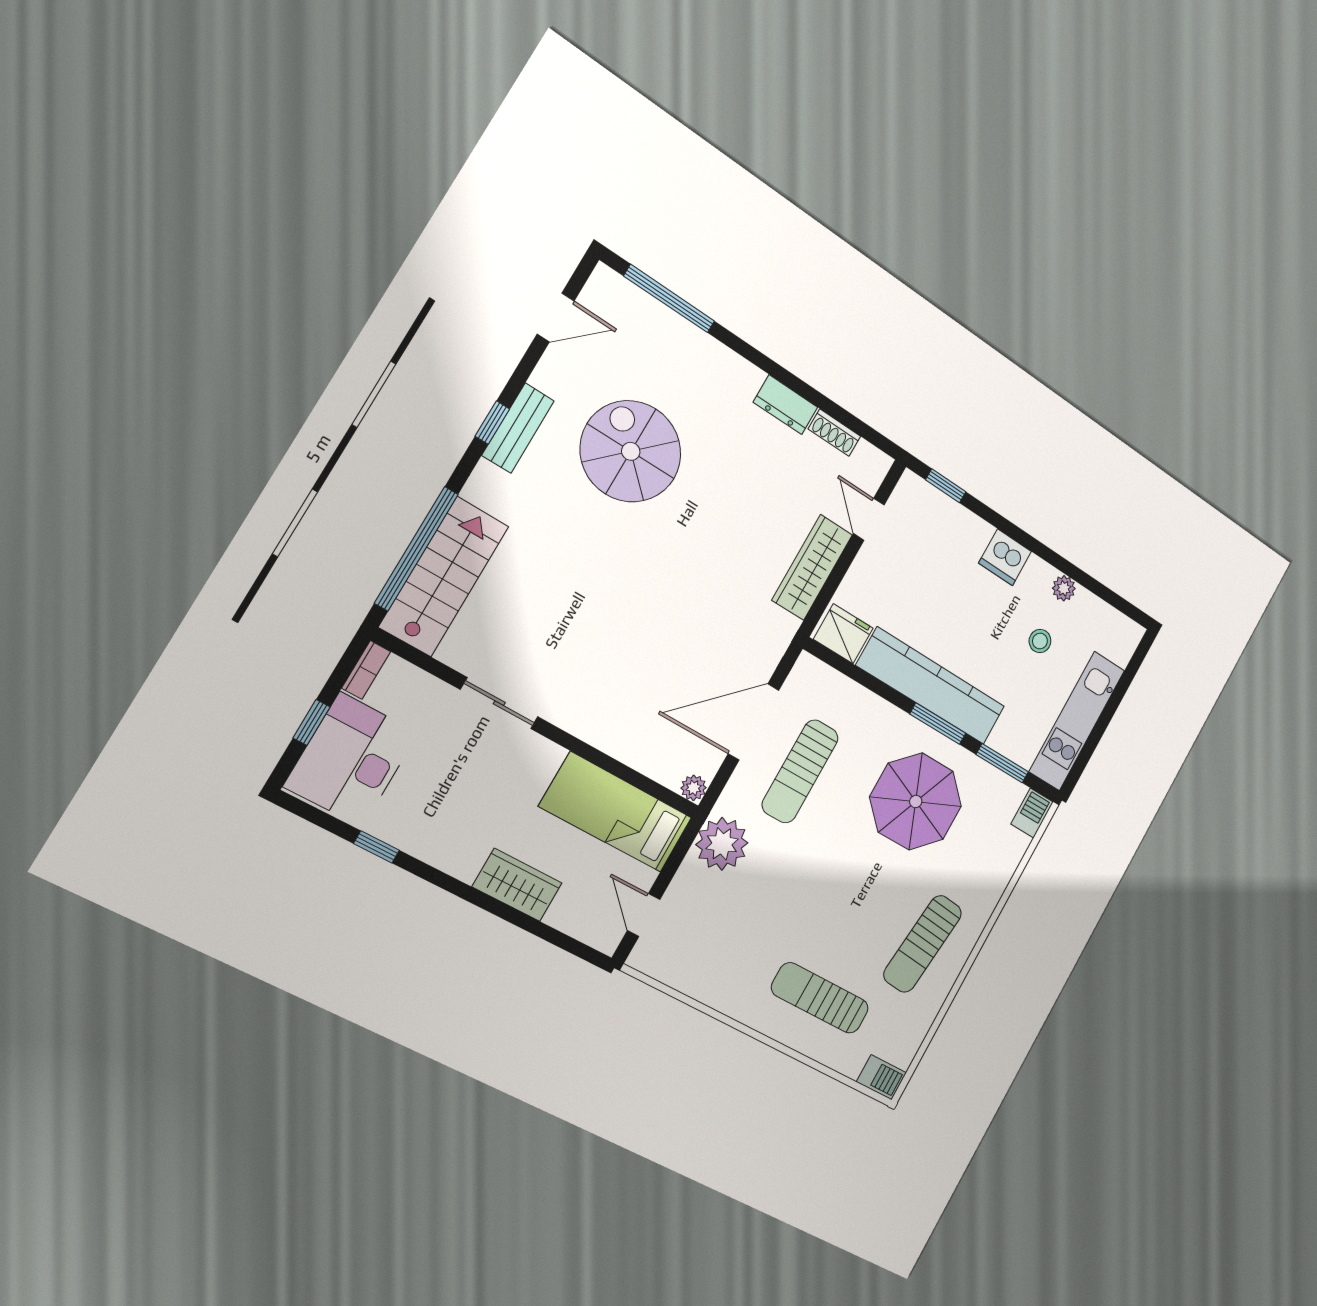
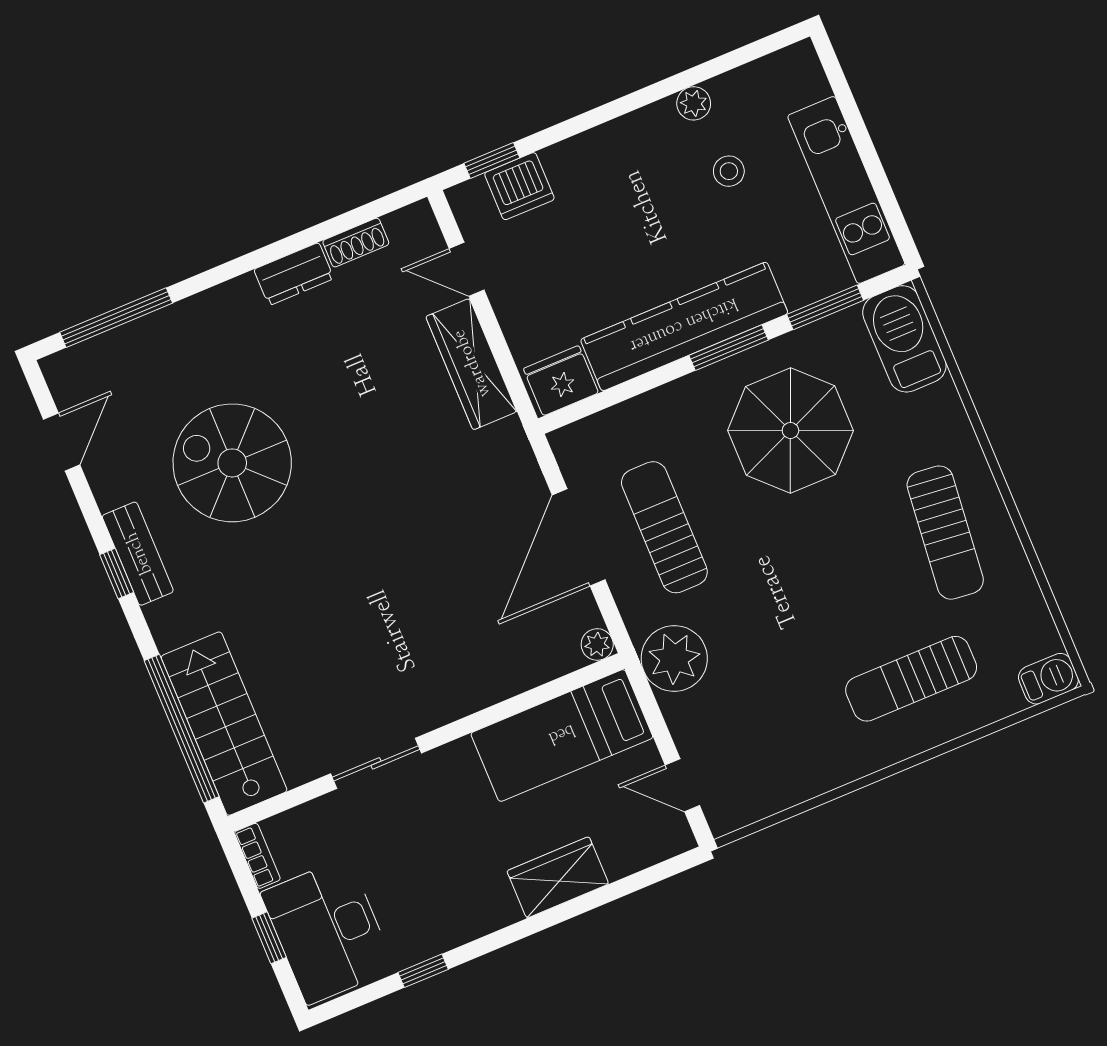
dishwasher: (1005, 557) -> (519, 186), moved
sun lounger: (800, 771) -> (664, 527), turned 180
barbecue: (1032, 813) -> (904, 339), width x1.88, depth x1.53

